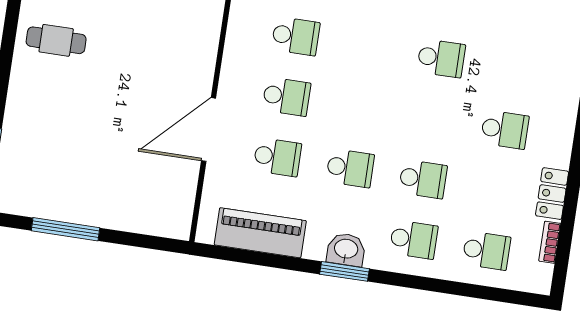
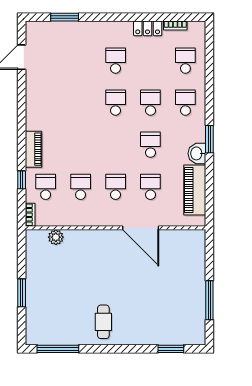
school desk: (441, 58) -> (116, 103), moved
washbasin: (346, 250) -> (197, 153), moved

